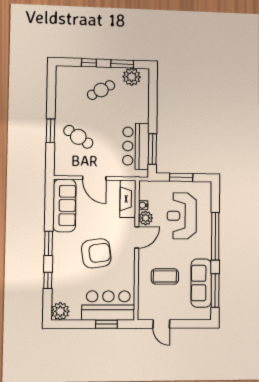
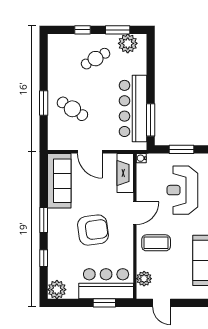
bar counter: (136, 146) -> (133, 108), width x1.36
water cooler: (143, 205) -> (141, 158), moved
plant: (146, 218) -> (144, 279), moved
coffee table: (165, 276) -> (156, 243), moved

